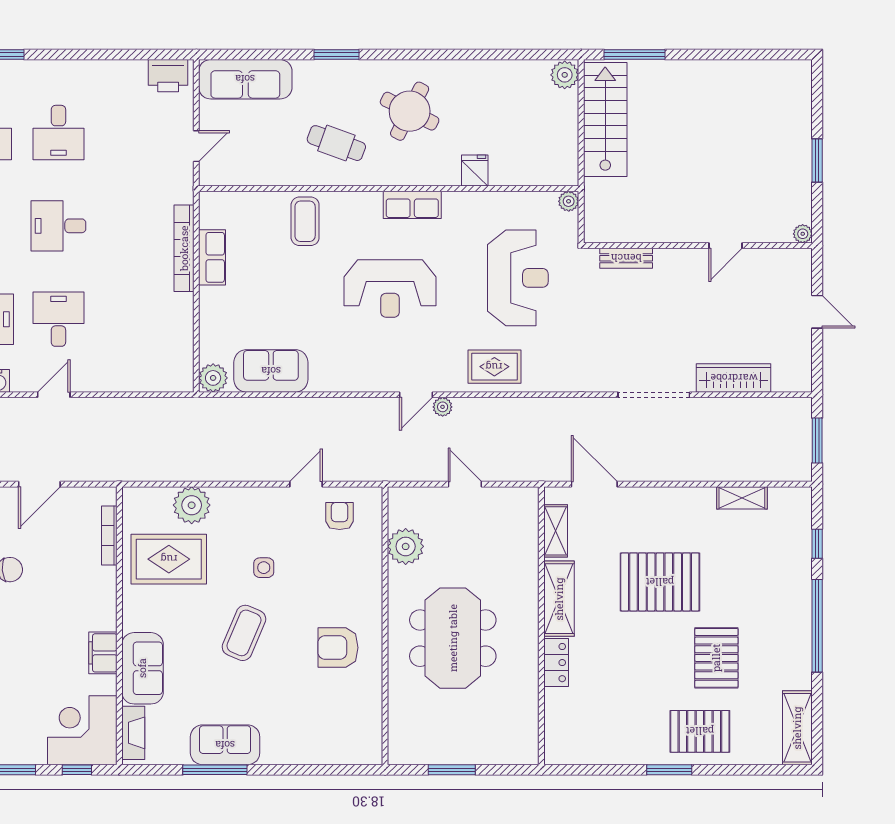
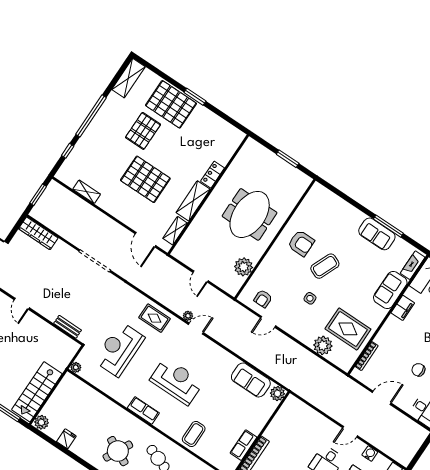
fridge: (475, 171) -> (66, 439), moved, turned 180
door: (725, 246) -> (22, 304), swing flipped
wardrobe: (734, 378) -> (38, 233), moved
coffee table: (244, 633) -> (325, 266), moved
pallet: (700, 731) -> (171, 104), width x1.37, depth x1.41

